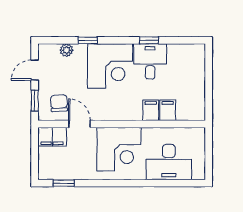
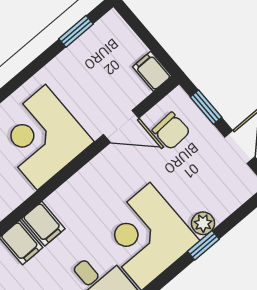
plant: (66, 50) -> (203, 223), moved
filing cabinet: (52, 137) -> (152, 71), width x0.50

